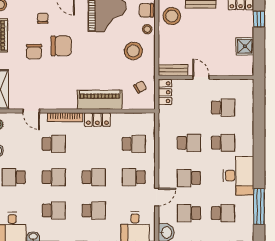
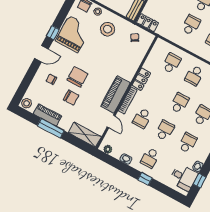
piano: (100, 100) -> (116, 94), moved
door: (31, 111) -> (111, 121), hinge flipped
school desk: (54, 144) -> (142, 118), turned 180

